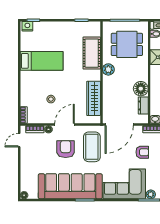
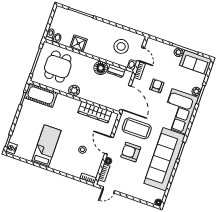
cot: (92, 53) -> (41, 95), moved
door: (19, 140) -> (109, 190), hinge flipped

